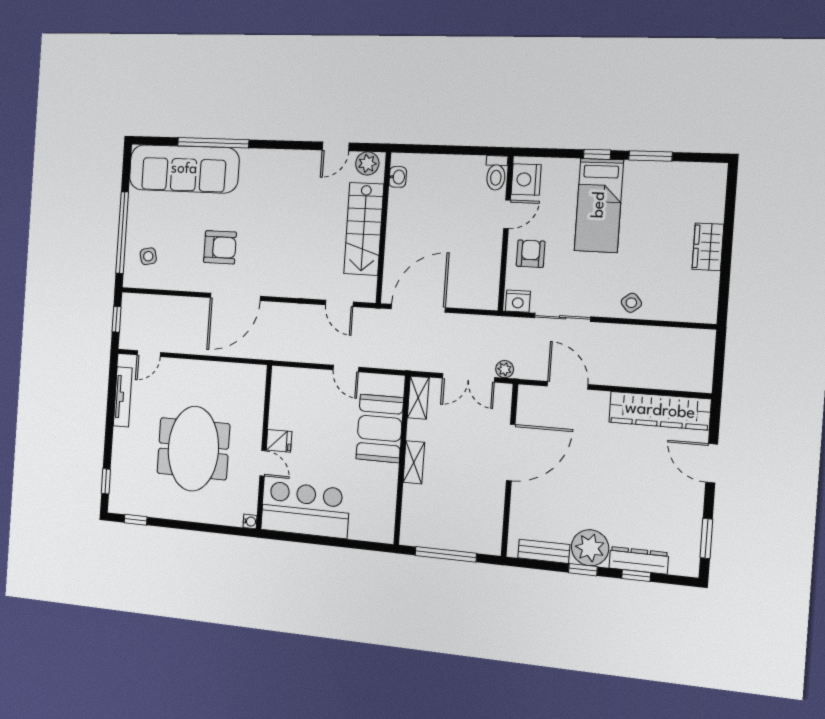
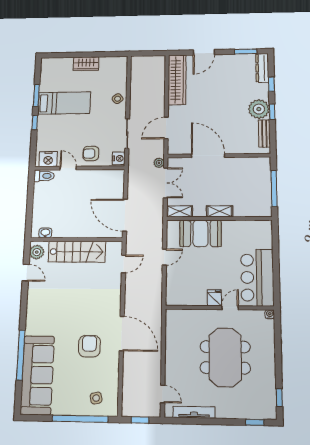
bed: (599, 205) -> (64, 103), moved
meeting table: (193, 449) -> (225, 357), turned 90
dresser: (639, 560) -> (262, 68), moved

